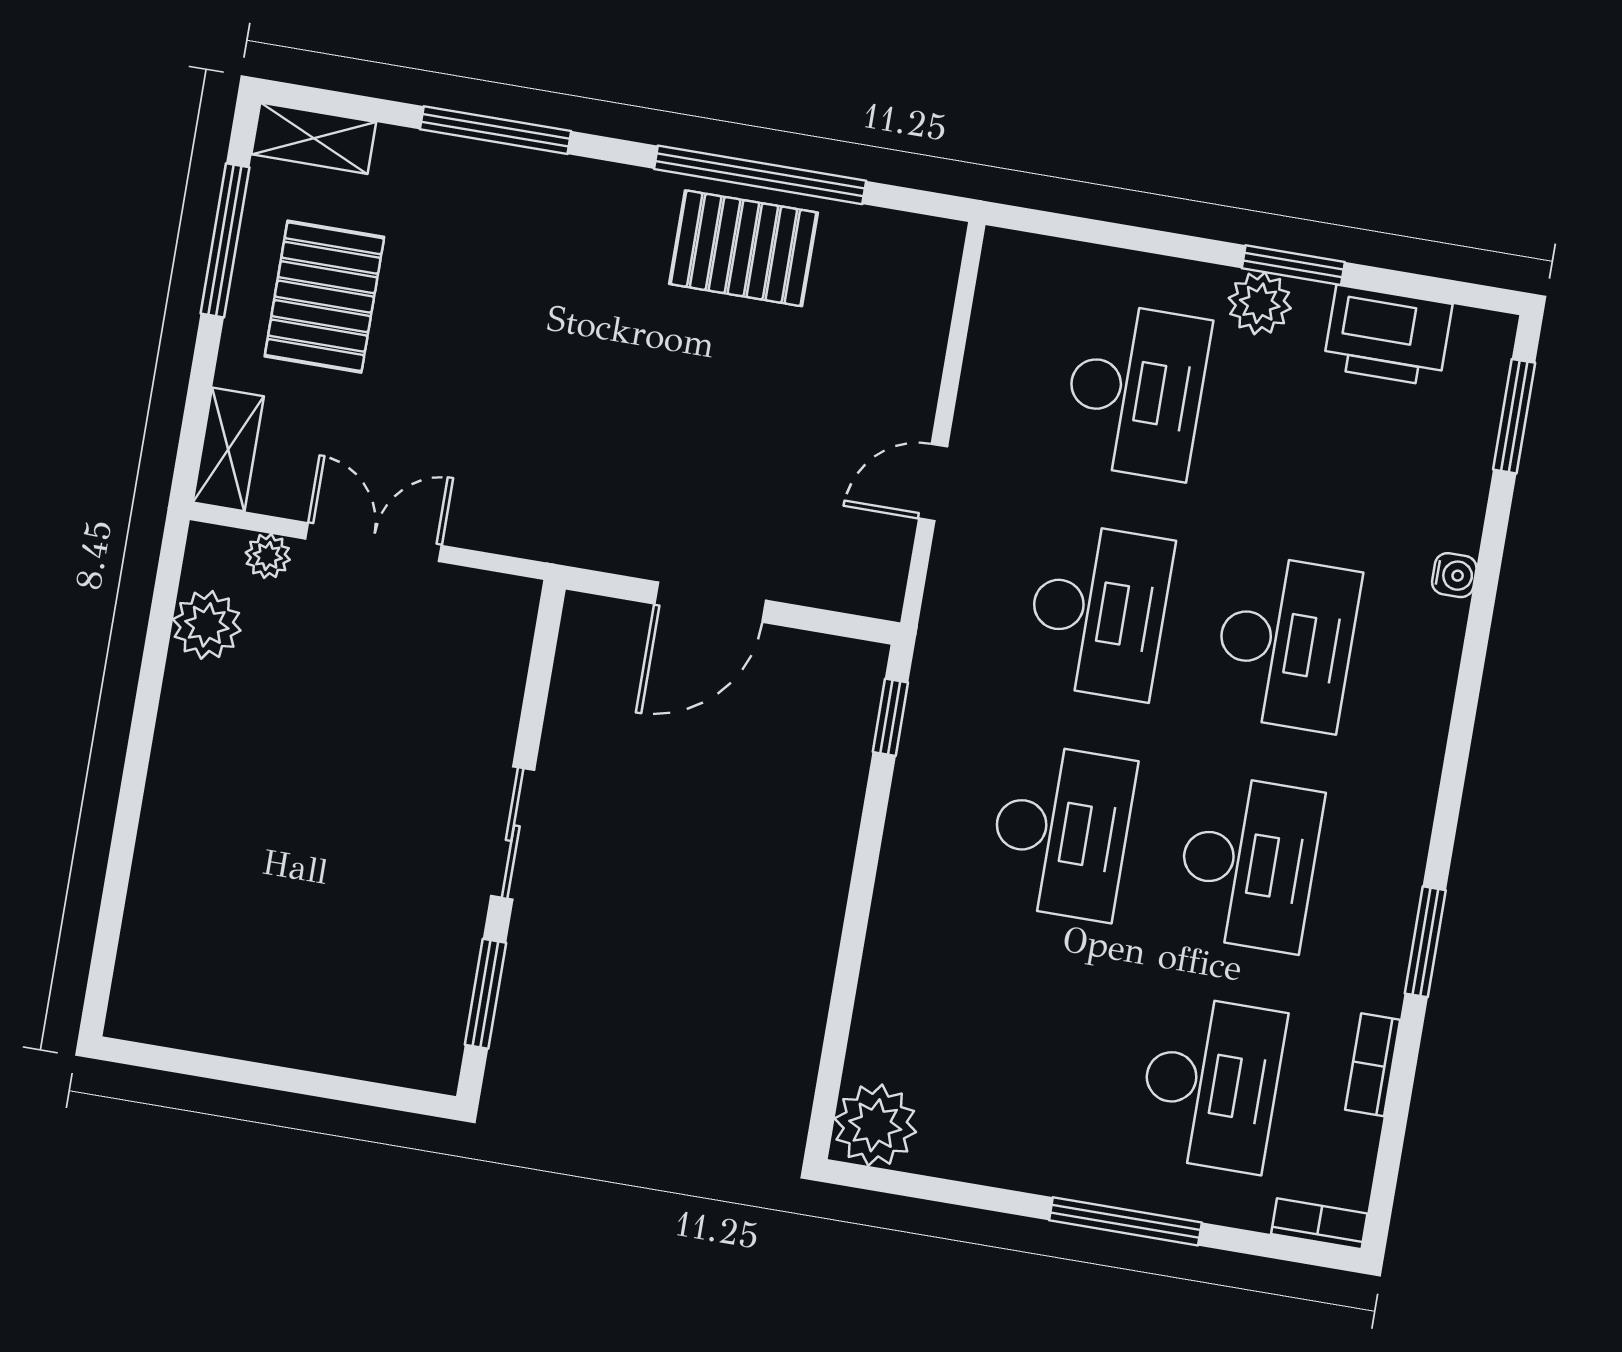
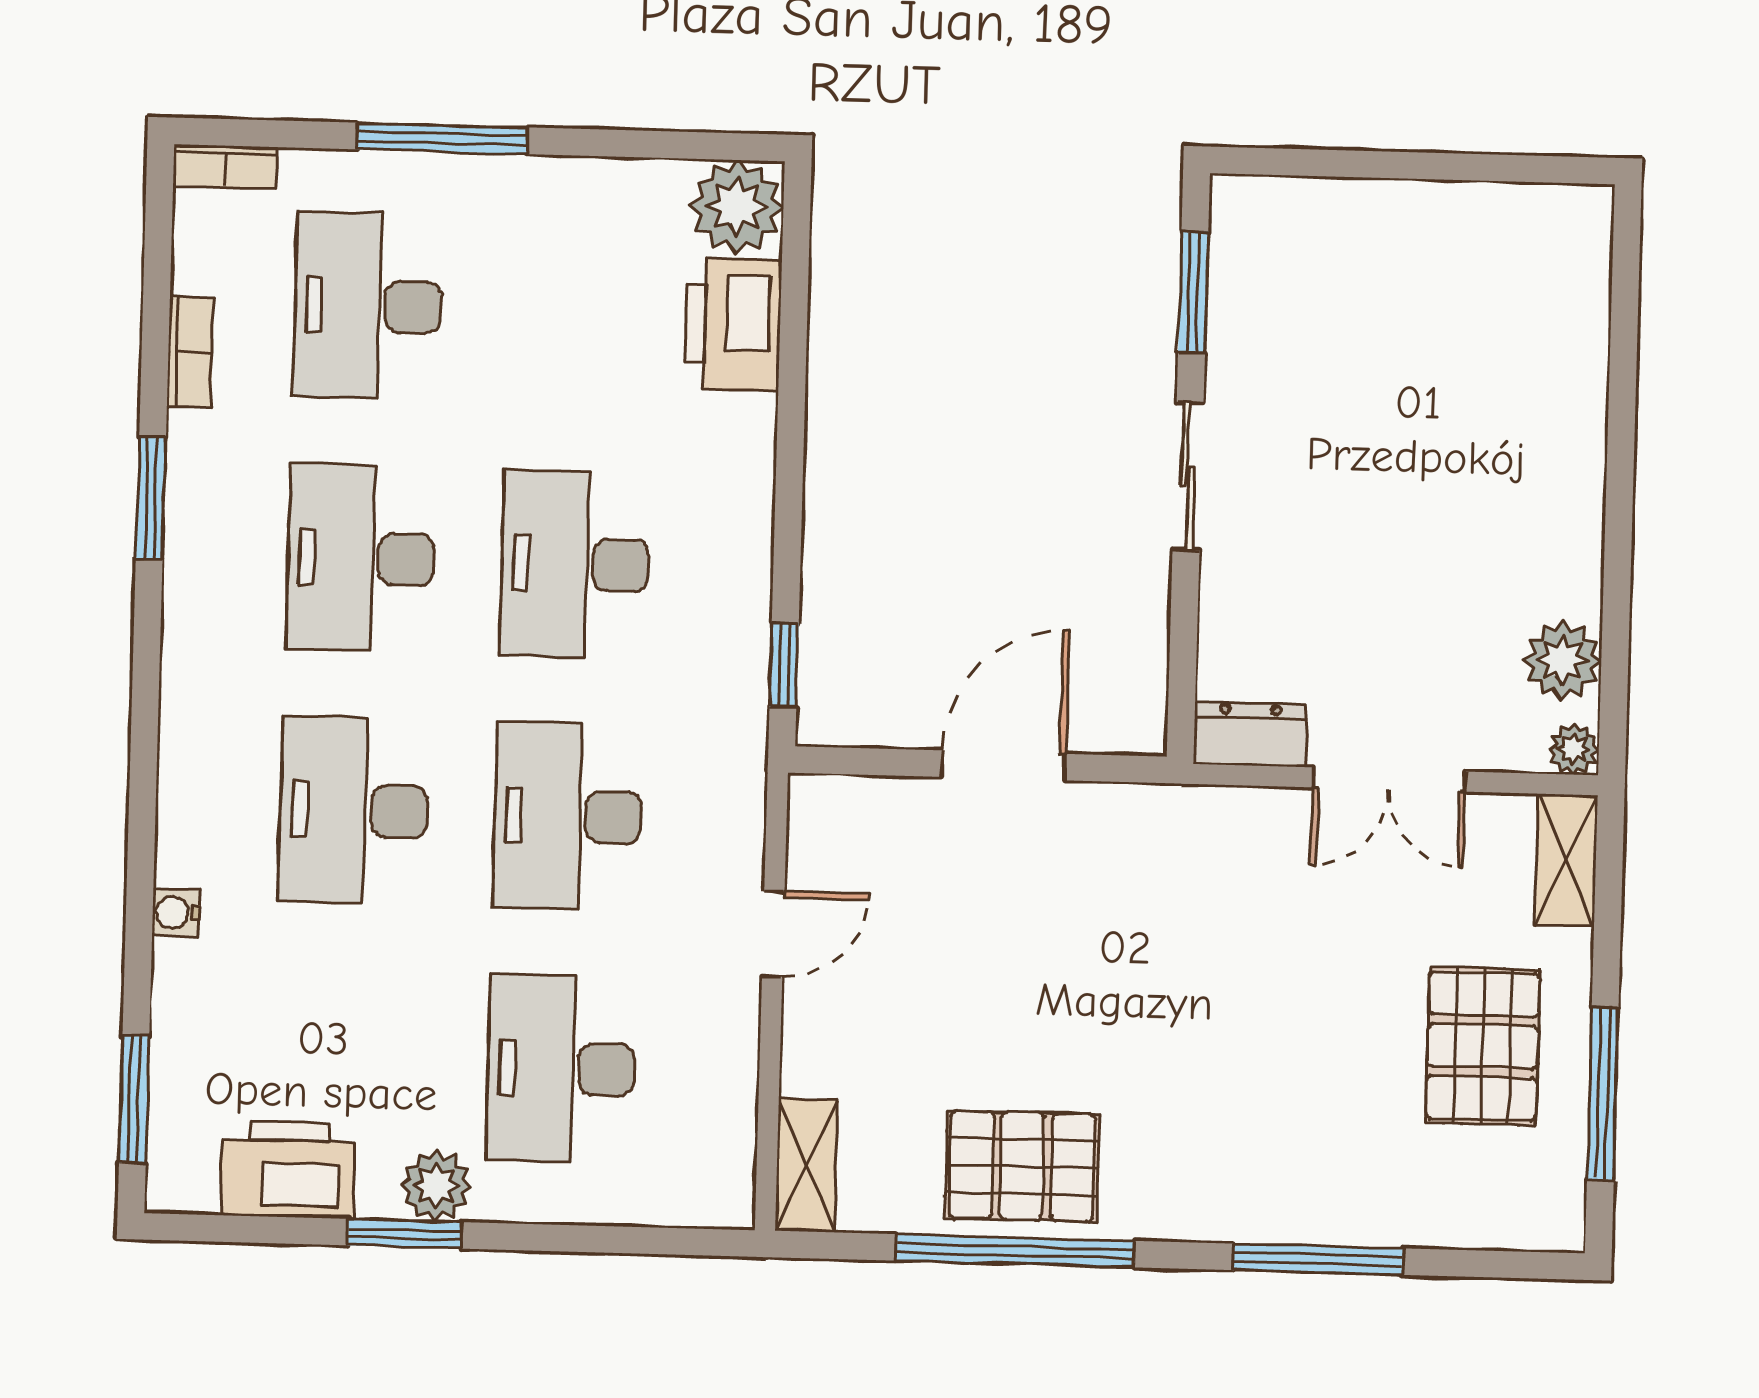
shelving: (314, 138) -> (807, 1165), moved, turned 90
plant: (268, 556) -> (1574, 749), moved
dresser: (490, 599) -> (1250, 734), added
printer: (893, 1022) -> (733, 324), added

